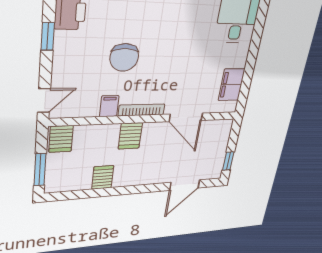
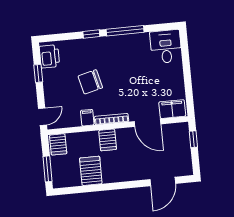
chair: (124, 57) -> (90, 82), turned 76
filing cabinet: (231, 85) -> (172, 109), moved, turned 90
window: (228, 161) -> (193, 139), moved
server rack: (103, 177) -> (91, 171), width x1.36, depth x1.44

